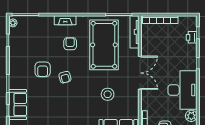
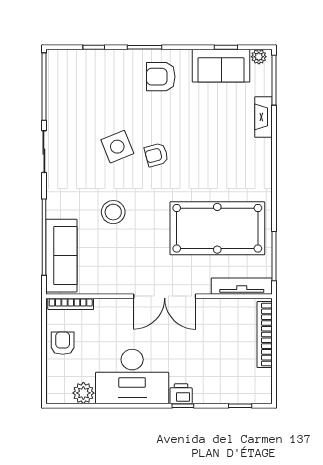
fireplace: (65, 20) -> (263, 117), moved
printer: (192, 37) -> (181, 394), moved
armchair: (70, 44) -> (219, 165), removed
armchair: (43, 69) -> (161, 77), moved
stool: (108, 94) -> (113, 212), moved
side table: (61, 98) -> (117, 147), added
sofa: (18, 105) -> (221, 66), moved

